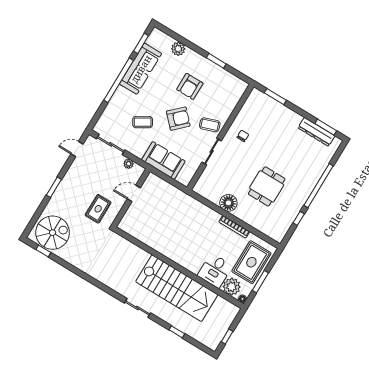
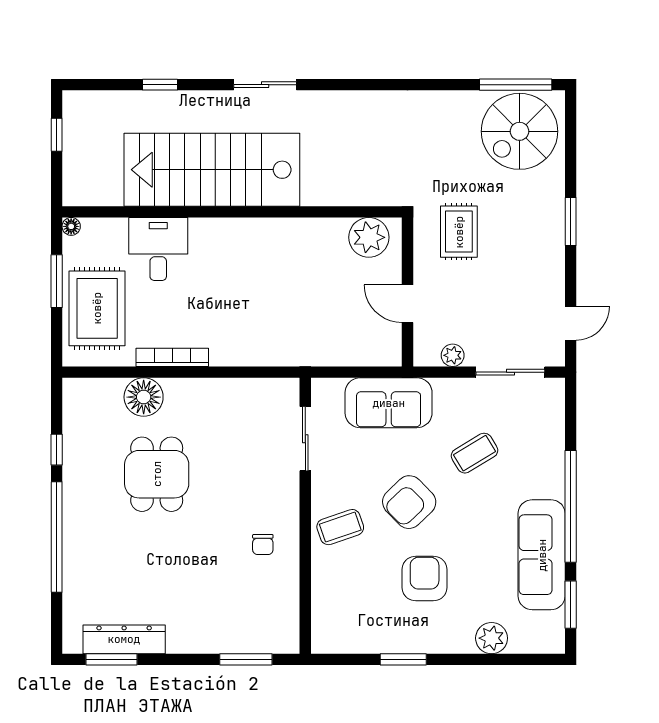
sliding door: (212, 151) -> (305, 439), moved
door: (134, 193) -> (408, 304), swing flipped
floor lamp: (228, 203) -> (144, 397), moved
window: (43, 251) -> (516, 85), width x2.17
plant: (232, 287) -> (369, 237), moved

